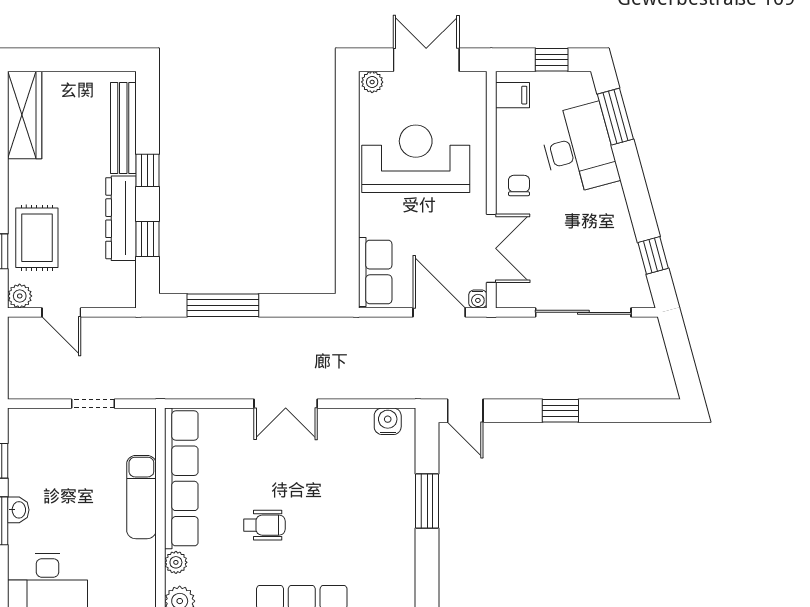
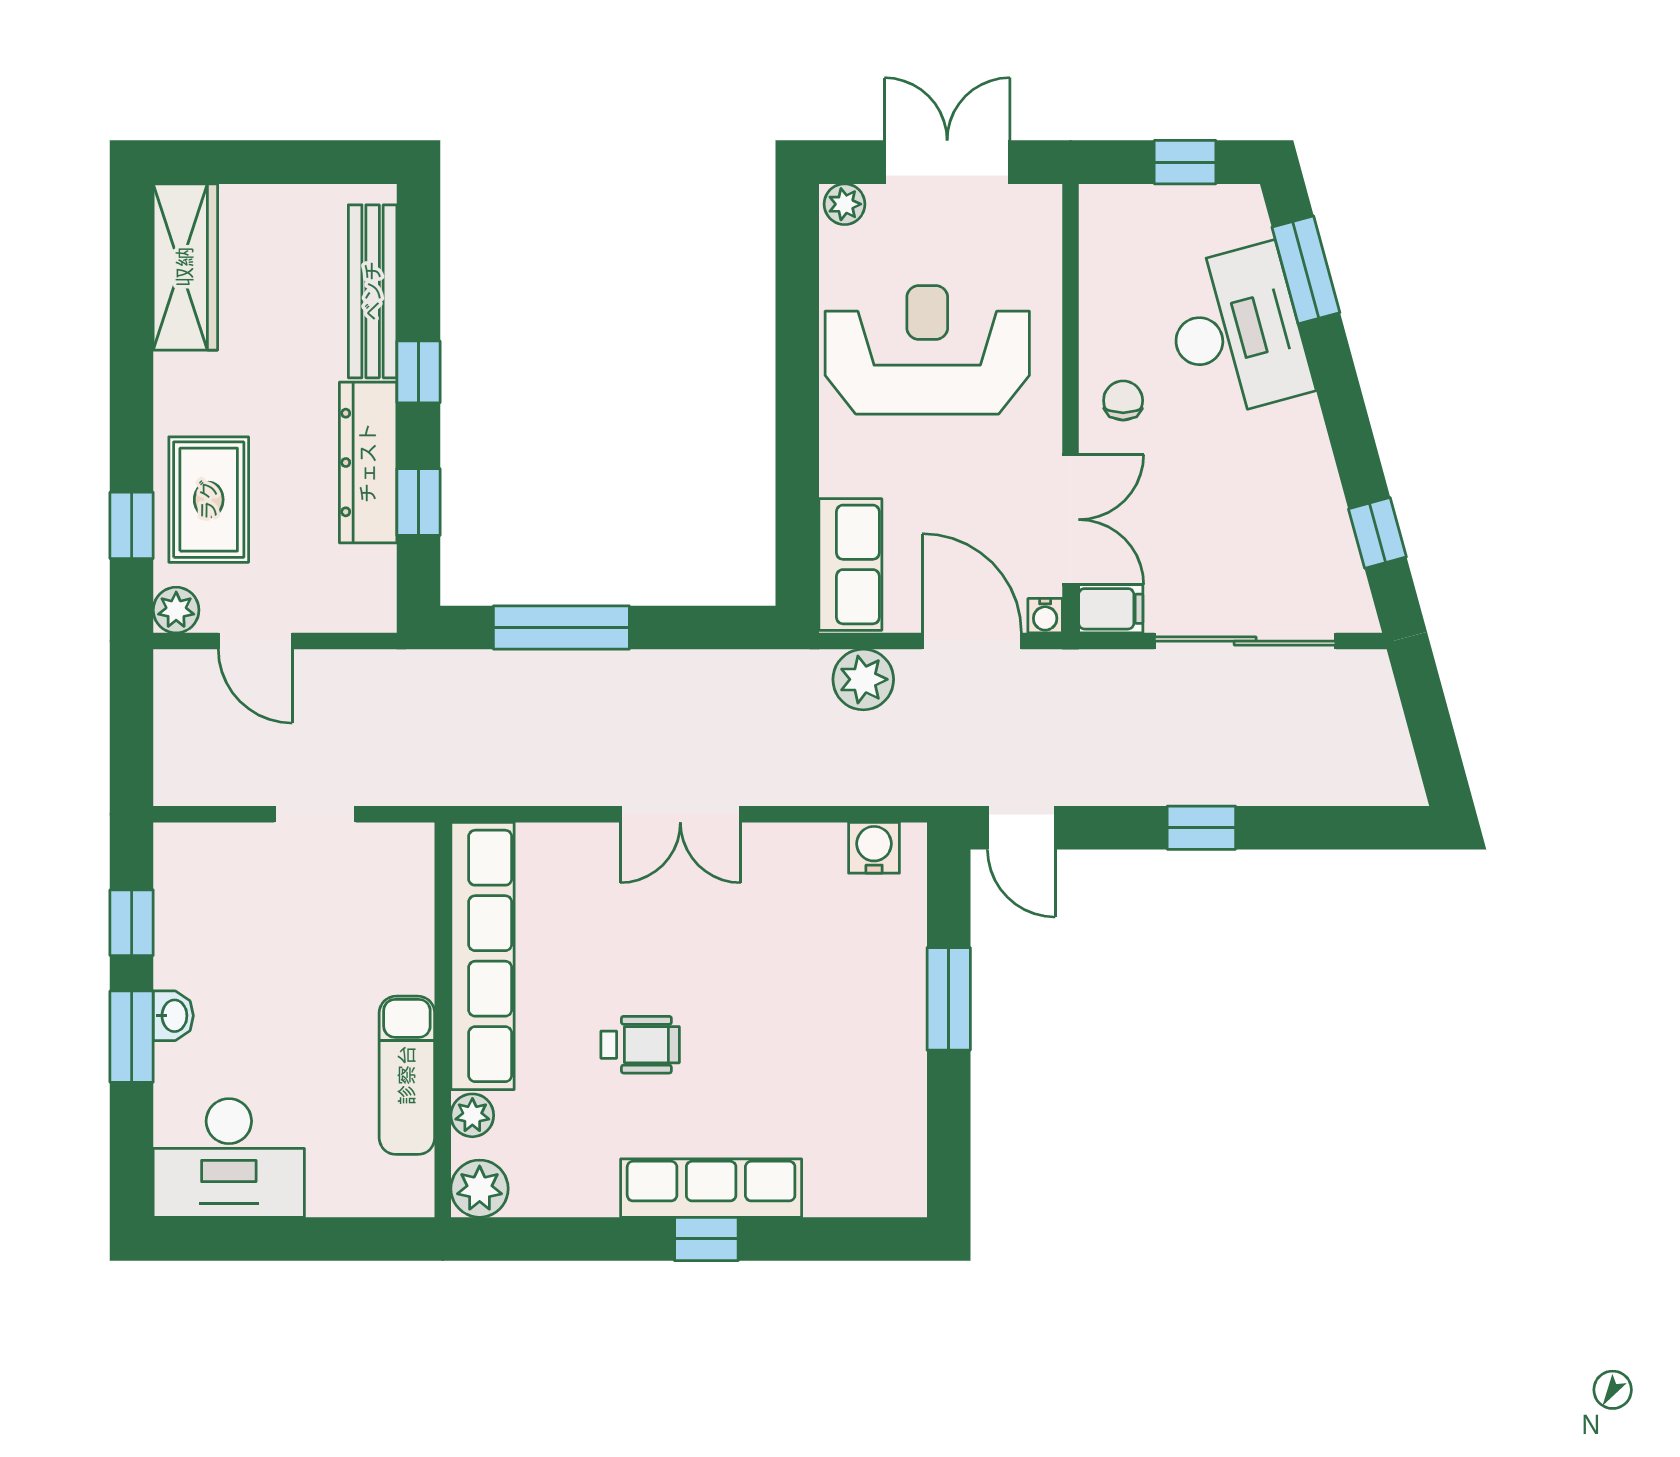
filing cabinet: (512, 95) -> (1111, 609), moved
plant: (382, 333) -> (863, 679), added
exam couch: (141, 497) -> (407, 1075), moved

